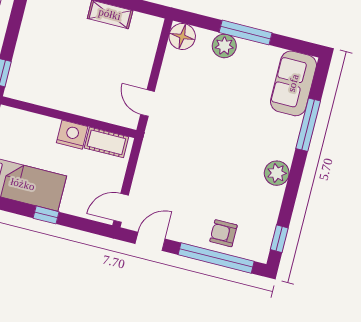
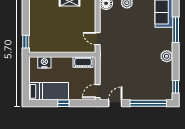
nightstand: (72, 135) -> (44, 62), moved
armchair: (223, 233) -> (149, 91), removed

